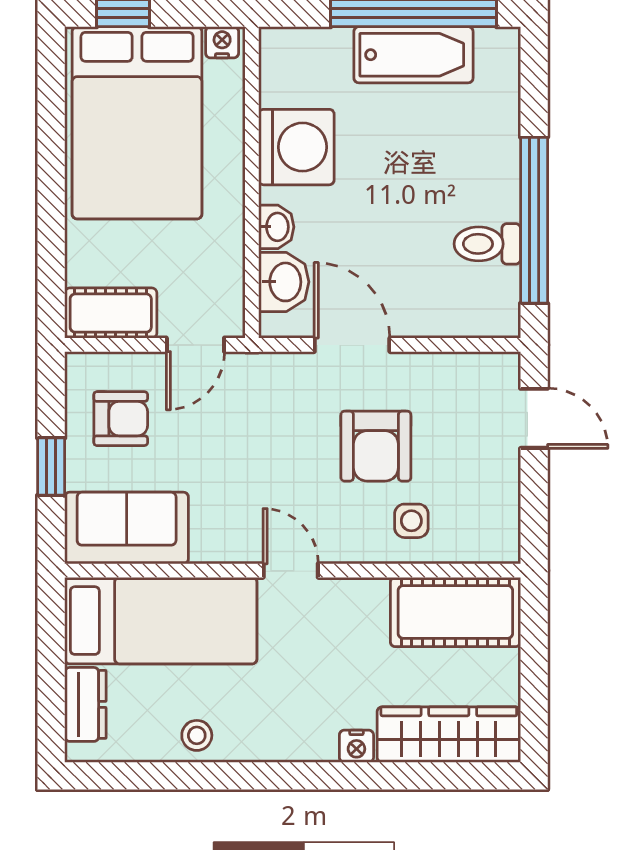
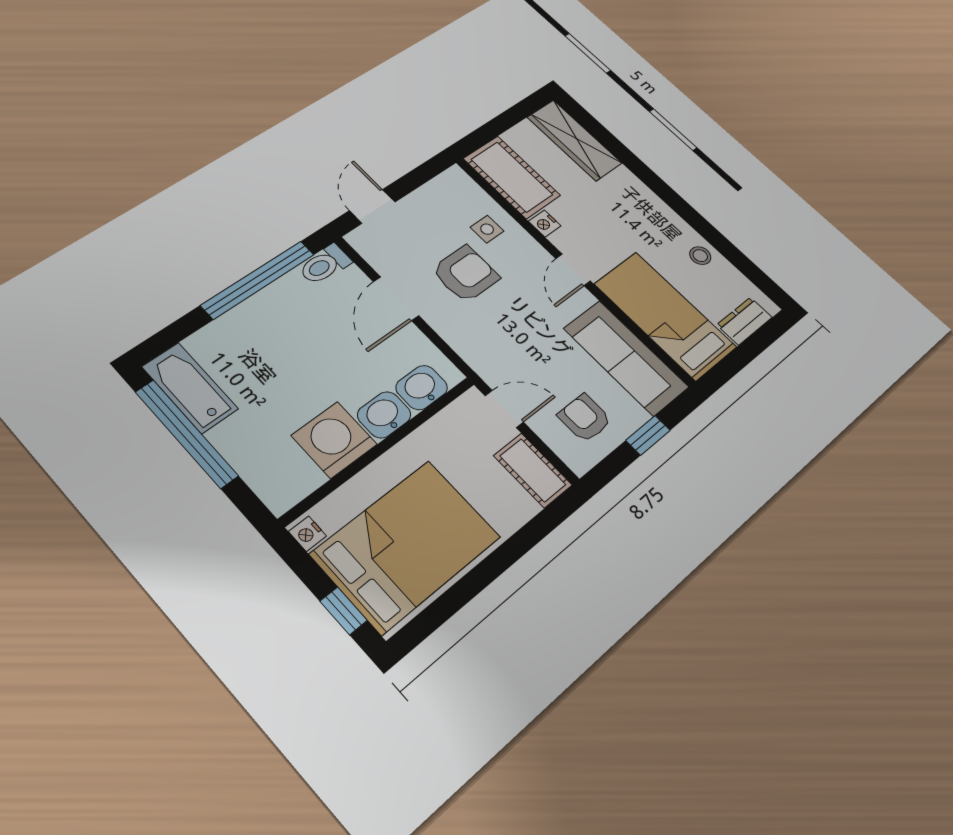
bathtub: (413, 55) -> (190, 388), moved
washbasin: (276, 227) -> (384, 415), width x1.38, depth x1.45
toilet: (487, 244) -> (325, 265), moved, turned 90
door: (352, 345) -> (396, 299), moved
sofa: (127, 528) -> (626, 358), width x1.36
nightstand: (356, 746) -> (545, 223), moved, turned 180

